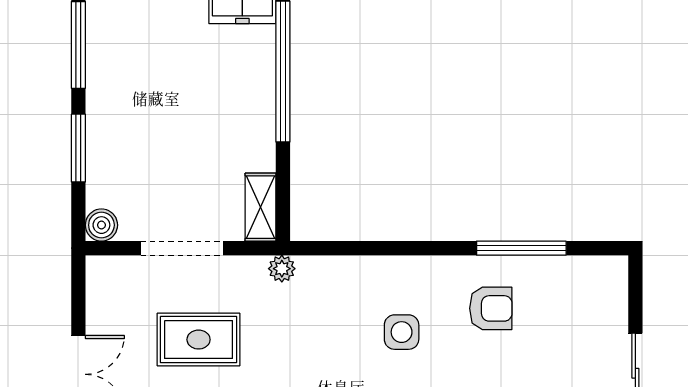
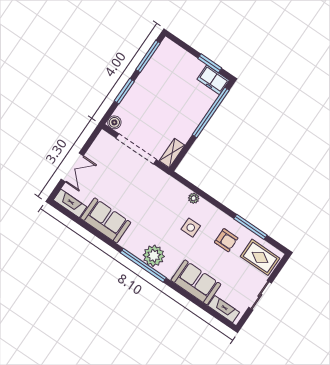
doorway: (182, 248) -> (136, 149), width x1.36
plant: (282, 269) -> (194, 198), moved
rug: (199, 340) -> (260, 257), moved

